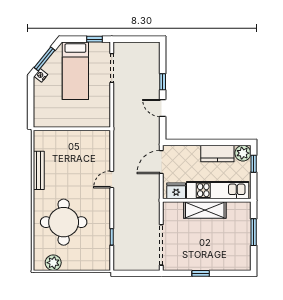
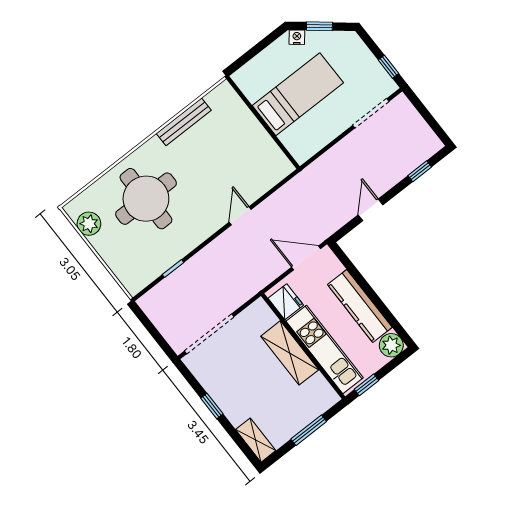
window: (44, 59) -> (319, 26), width x0.67
bed: (75, 71) -> (298, 94), moved, turned 180
window: (163, 82) -> (420, 171), moved
kitchen counter: (217, 154) -> (360, 306), width x1.50
window: (254, 164) -> (366, 385), moved
door: (112, 179) -> (240, 216), hinge flipped
shelving: (237, 264) -> (256, 440), added

